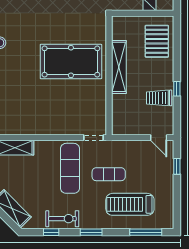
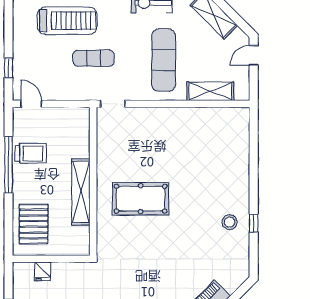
pool table: (71, 62) -> (141, 199), width x0.73, depth x0.76
window: (177, 89) -> (9, 165), width x3.17
exercise mat: (70, 168) -> (164, 60), moved

